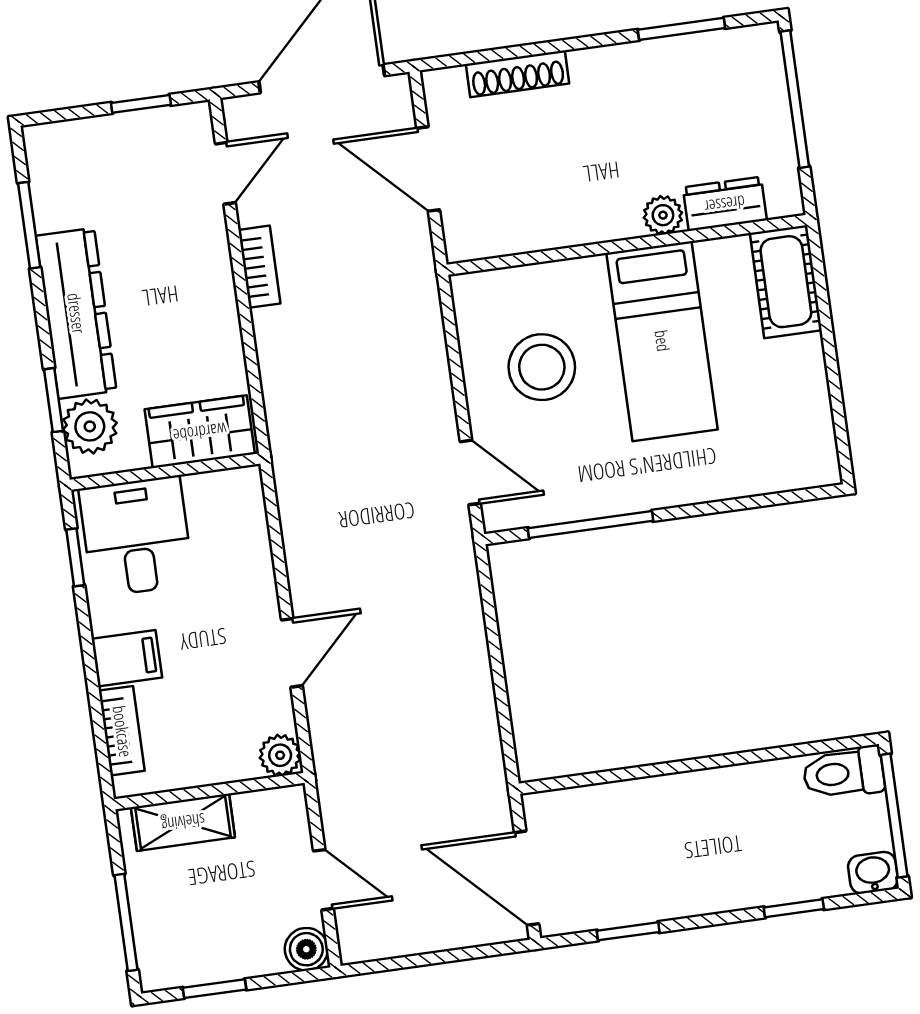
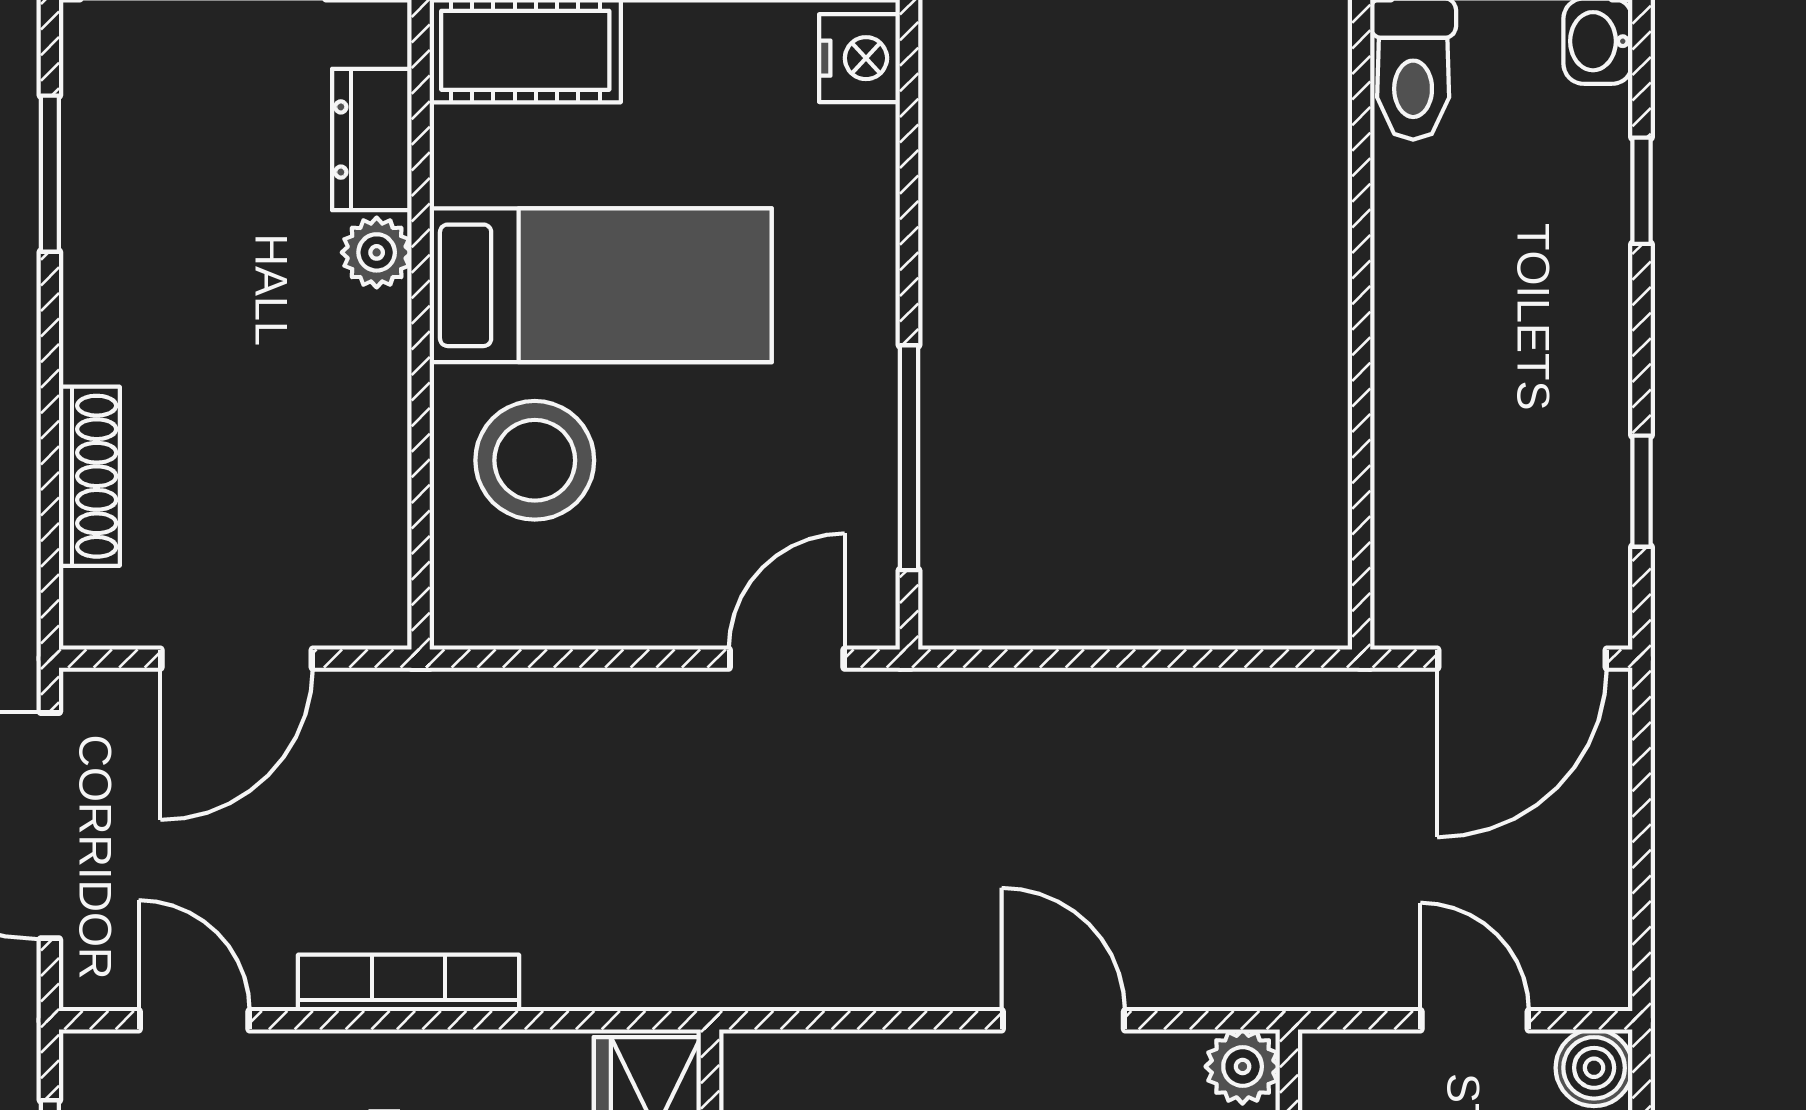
bookcase: (259, 267) -> (408, 983), width x1.56
stool: (542, 367) -> (535, 460), moved
nightstand: (807, 467) -> (860, 58), added
door: (323, 880) -> (1475, 1020), hinge flipped

